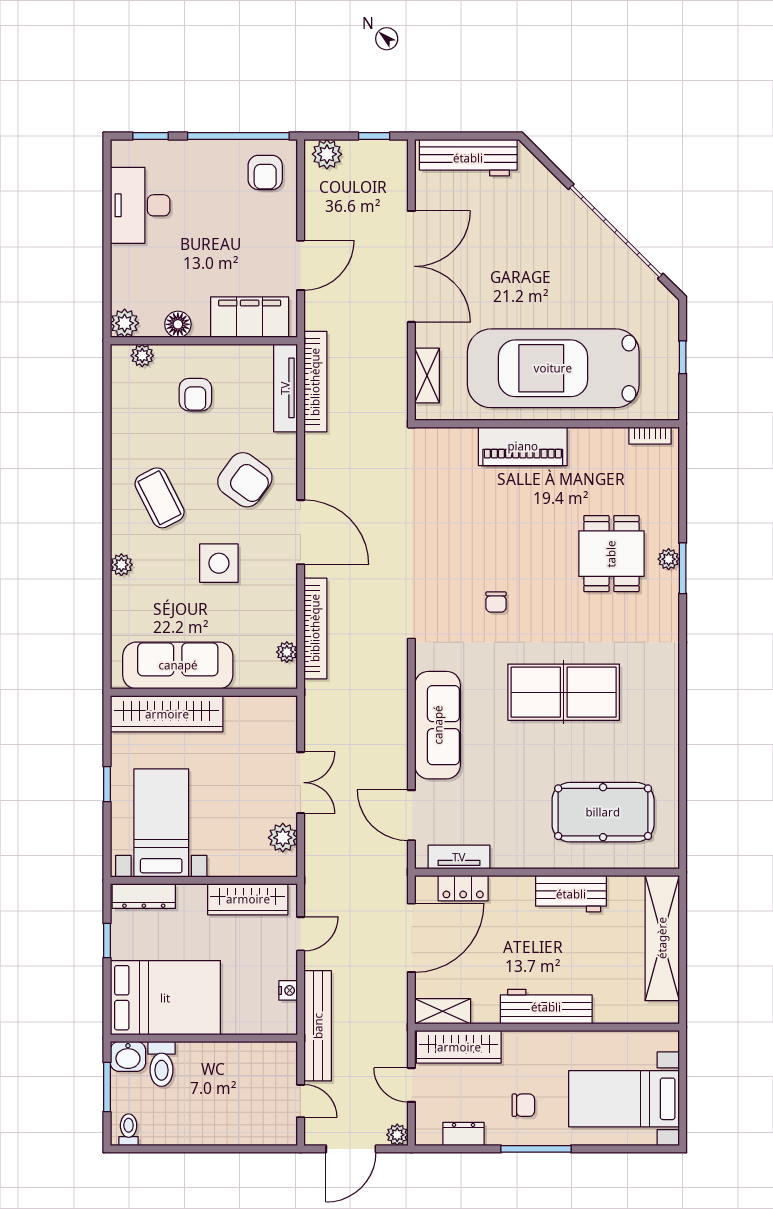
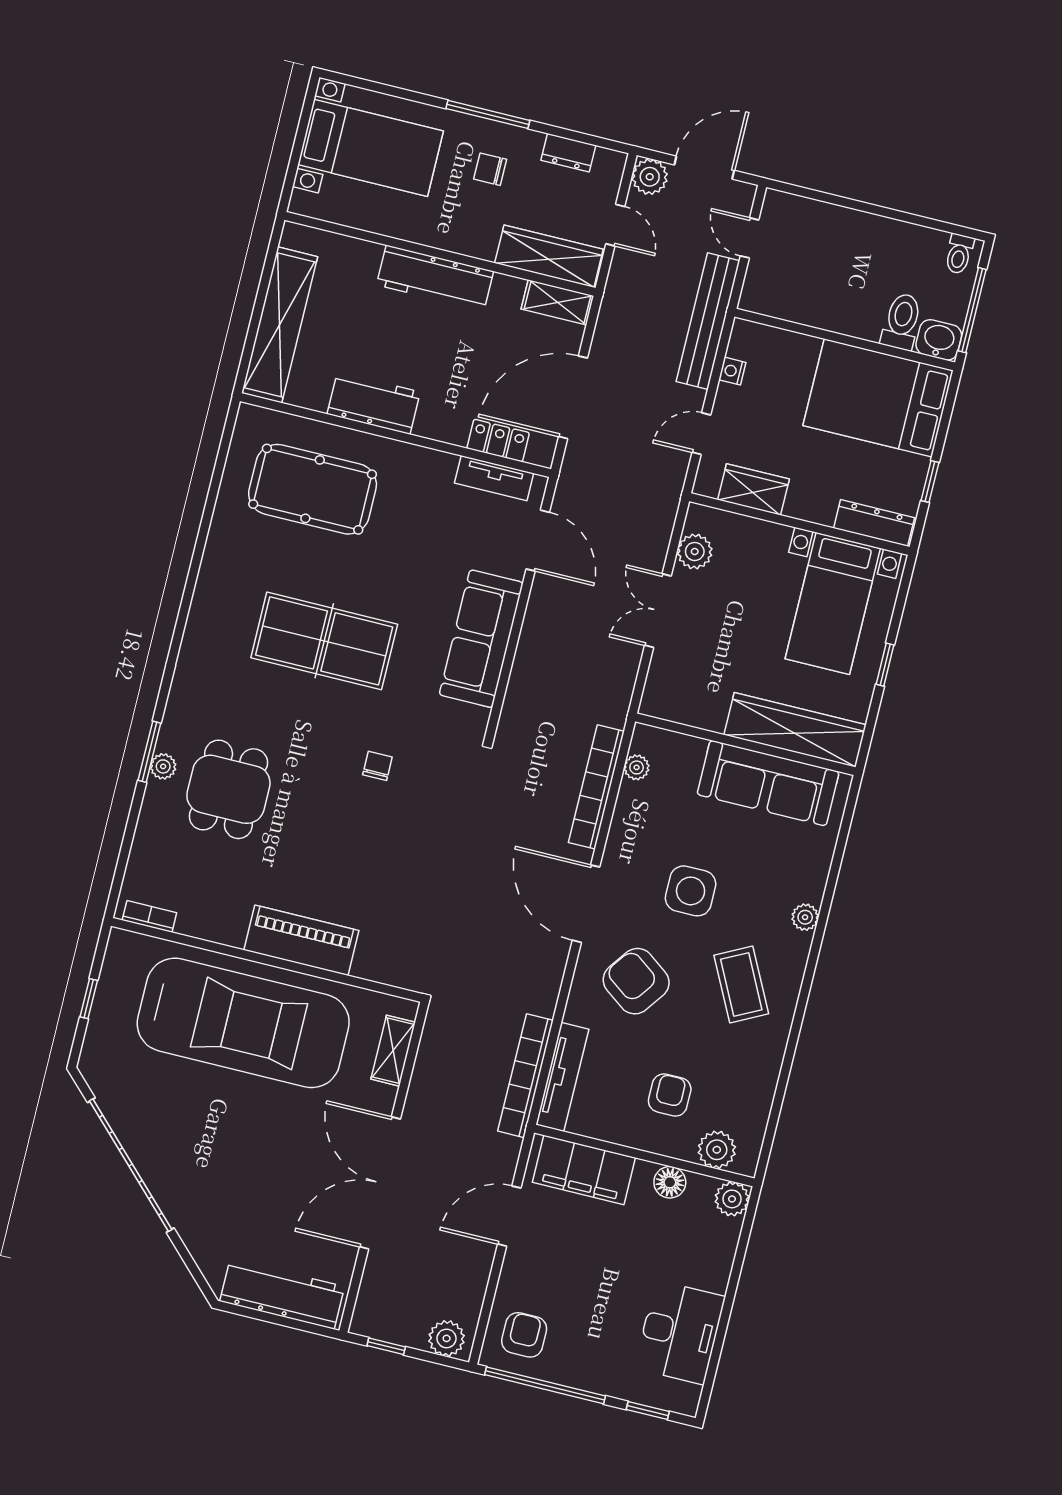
plant: (142, 356) -> (717, 1150), width x1.38, depth x1.38
wardrobe: (248, 899) -> (753, 489), width x0.67
window: (107, 1087) -> (972, 310), width x1.44
plant: (397, 1135) -> (650, 177), width x1.38, depth x1.38

